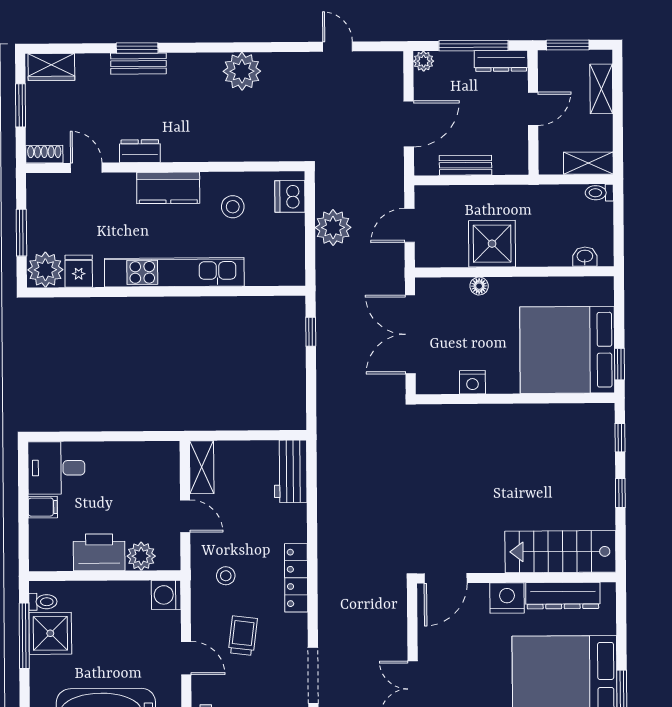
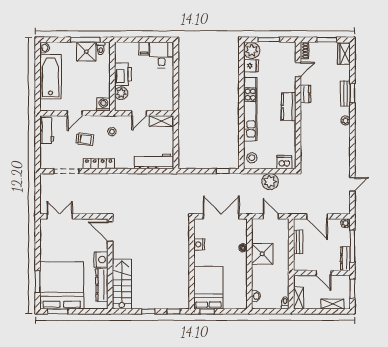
plant: (242, 71) -> (345, 120), moved, width x0.53, depth x0.53
stool: (233, 207) -> (252, 158), moved
bed: (567, 350) -> (208, 288), width x0.73
workbench: (291, 471) -> (154, 161), width x1.38
locker: (296, 578) -> (99, 164), moved

